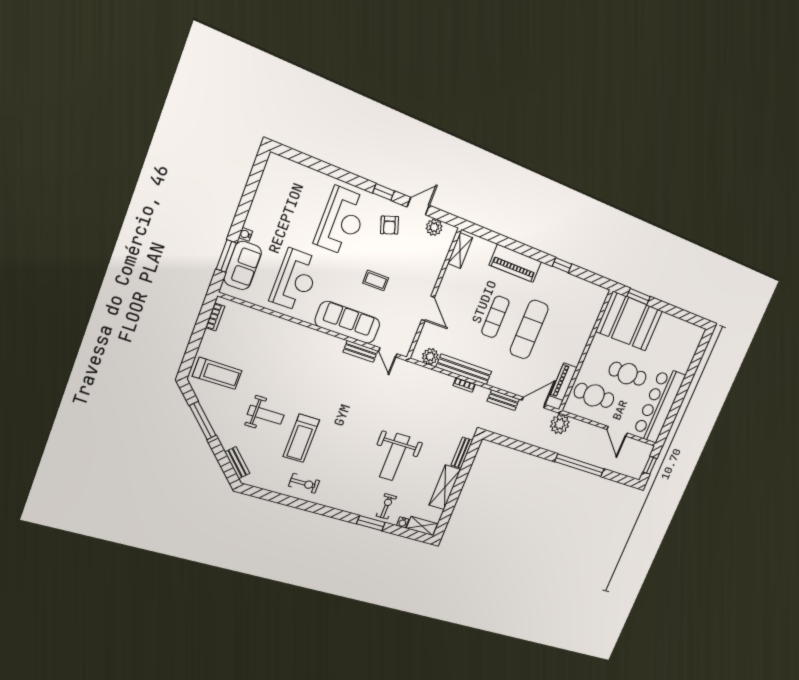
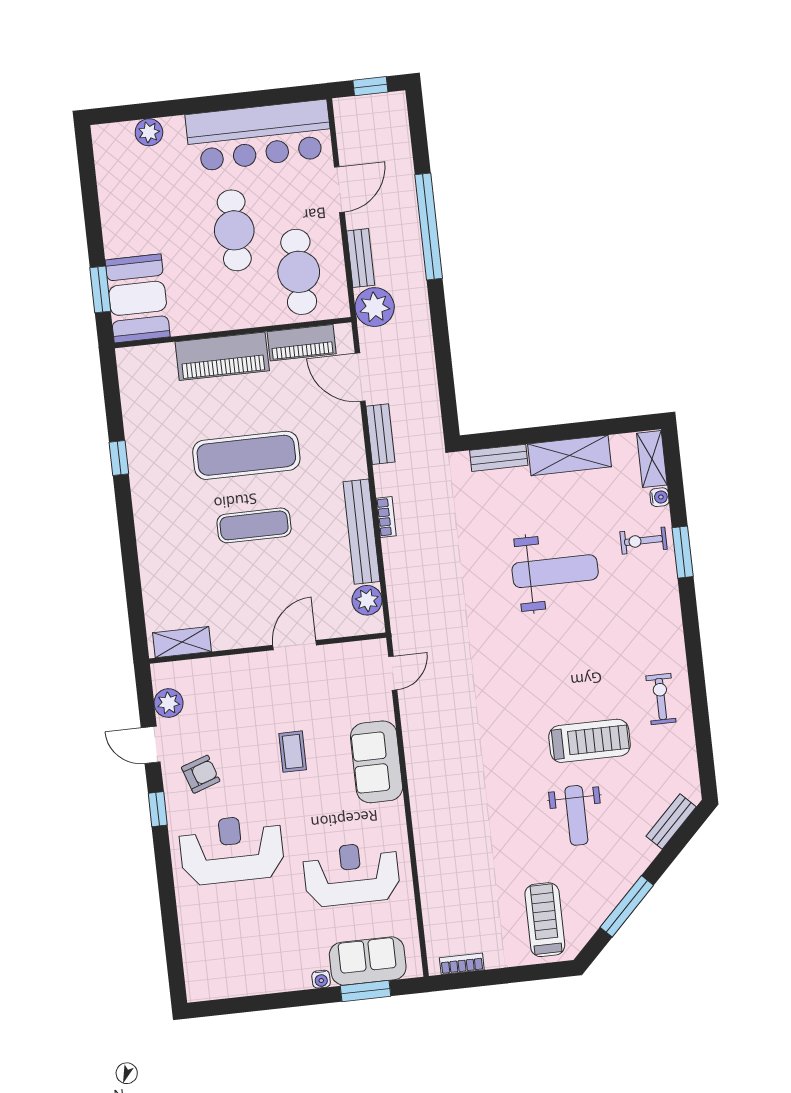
piano: (515, 263) -> (222, 356), moved, turned 90
booth: (629, 321) -> (138, 298), width x0.73, depth x0.70
sofa: (348, 322) -> (377, 762), width x0.73
bench: (360, 351) -> (361, 258), moved
plant: (688, 355) -> (149, 132), added
weight bench: (266, 415) -> (576, 815), turned 180

